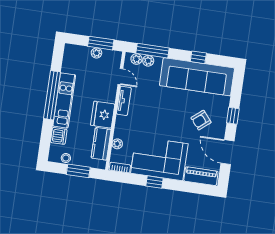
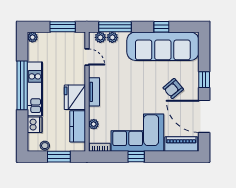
plant: (96, 53) -> (32, 37), moved
tv unit: (124, 101) -> (94, 92), moved
door: (228, 152) -> (204, 116), width x1.36

